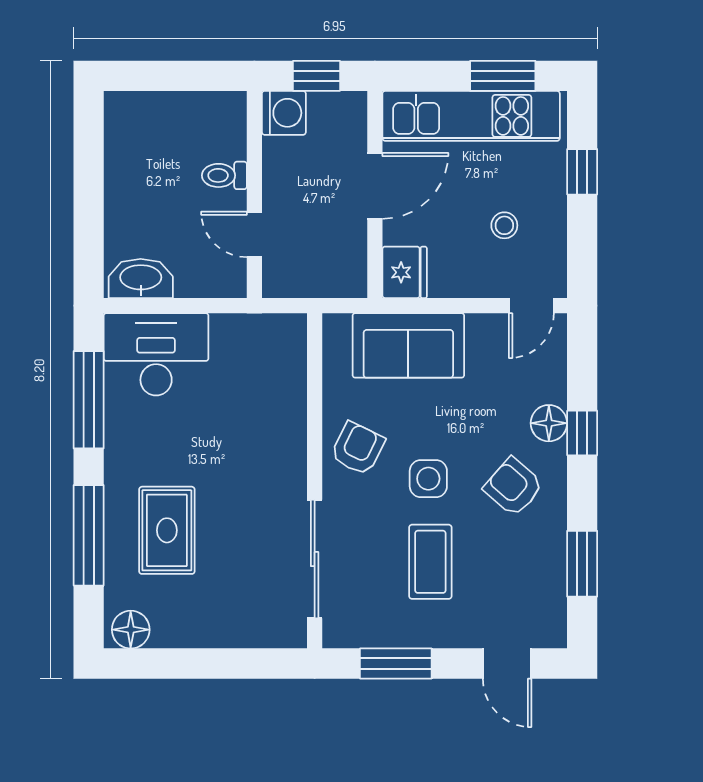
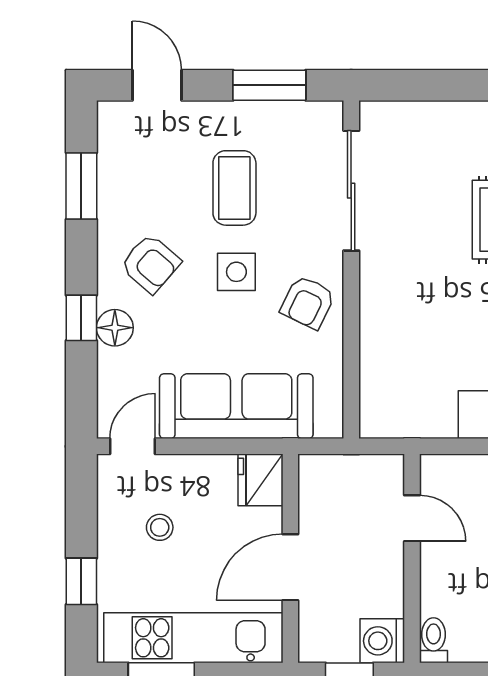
toilet: (224, 175) -> (434, 640), moved, turned -90
sofa: (408, 345) -> (236, 406), width x1.36

